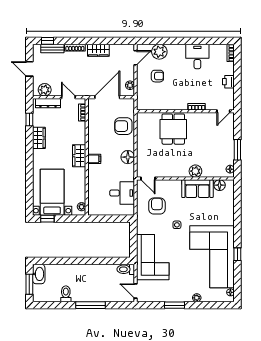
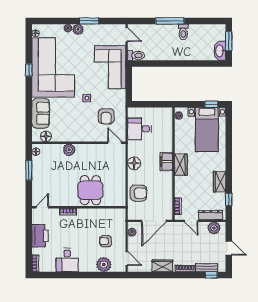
door: (136, 58) -> (127, 259), swing flipped
printer: (228, 82) -> (40, 236), width x1.87, depth x1.48
filing cabinet: (94, 159) -> (166, 162), width x2.00
sofa: (197, 189) -> (41, 113), moved, turned 90
toilet: (66, 294) -> (183, 32), moved
plant: (186, 296) -> (78, 29), added

